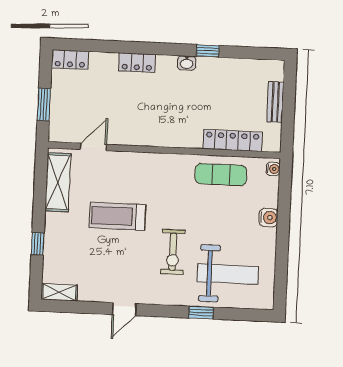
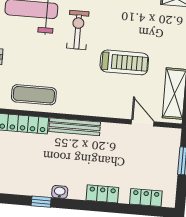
locker: (70, 60) -> (146, 197), moved
bench: (172, 139) -> (75, 127), added
door: (93, 147) -> (143, 123), swing flipped

